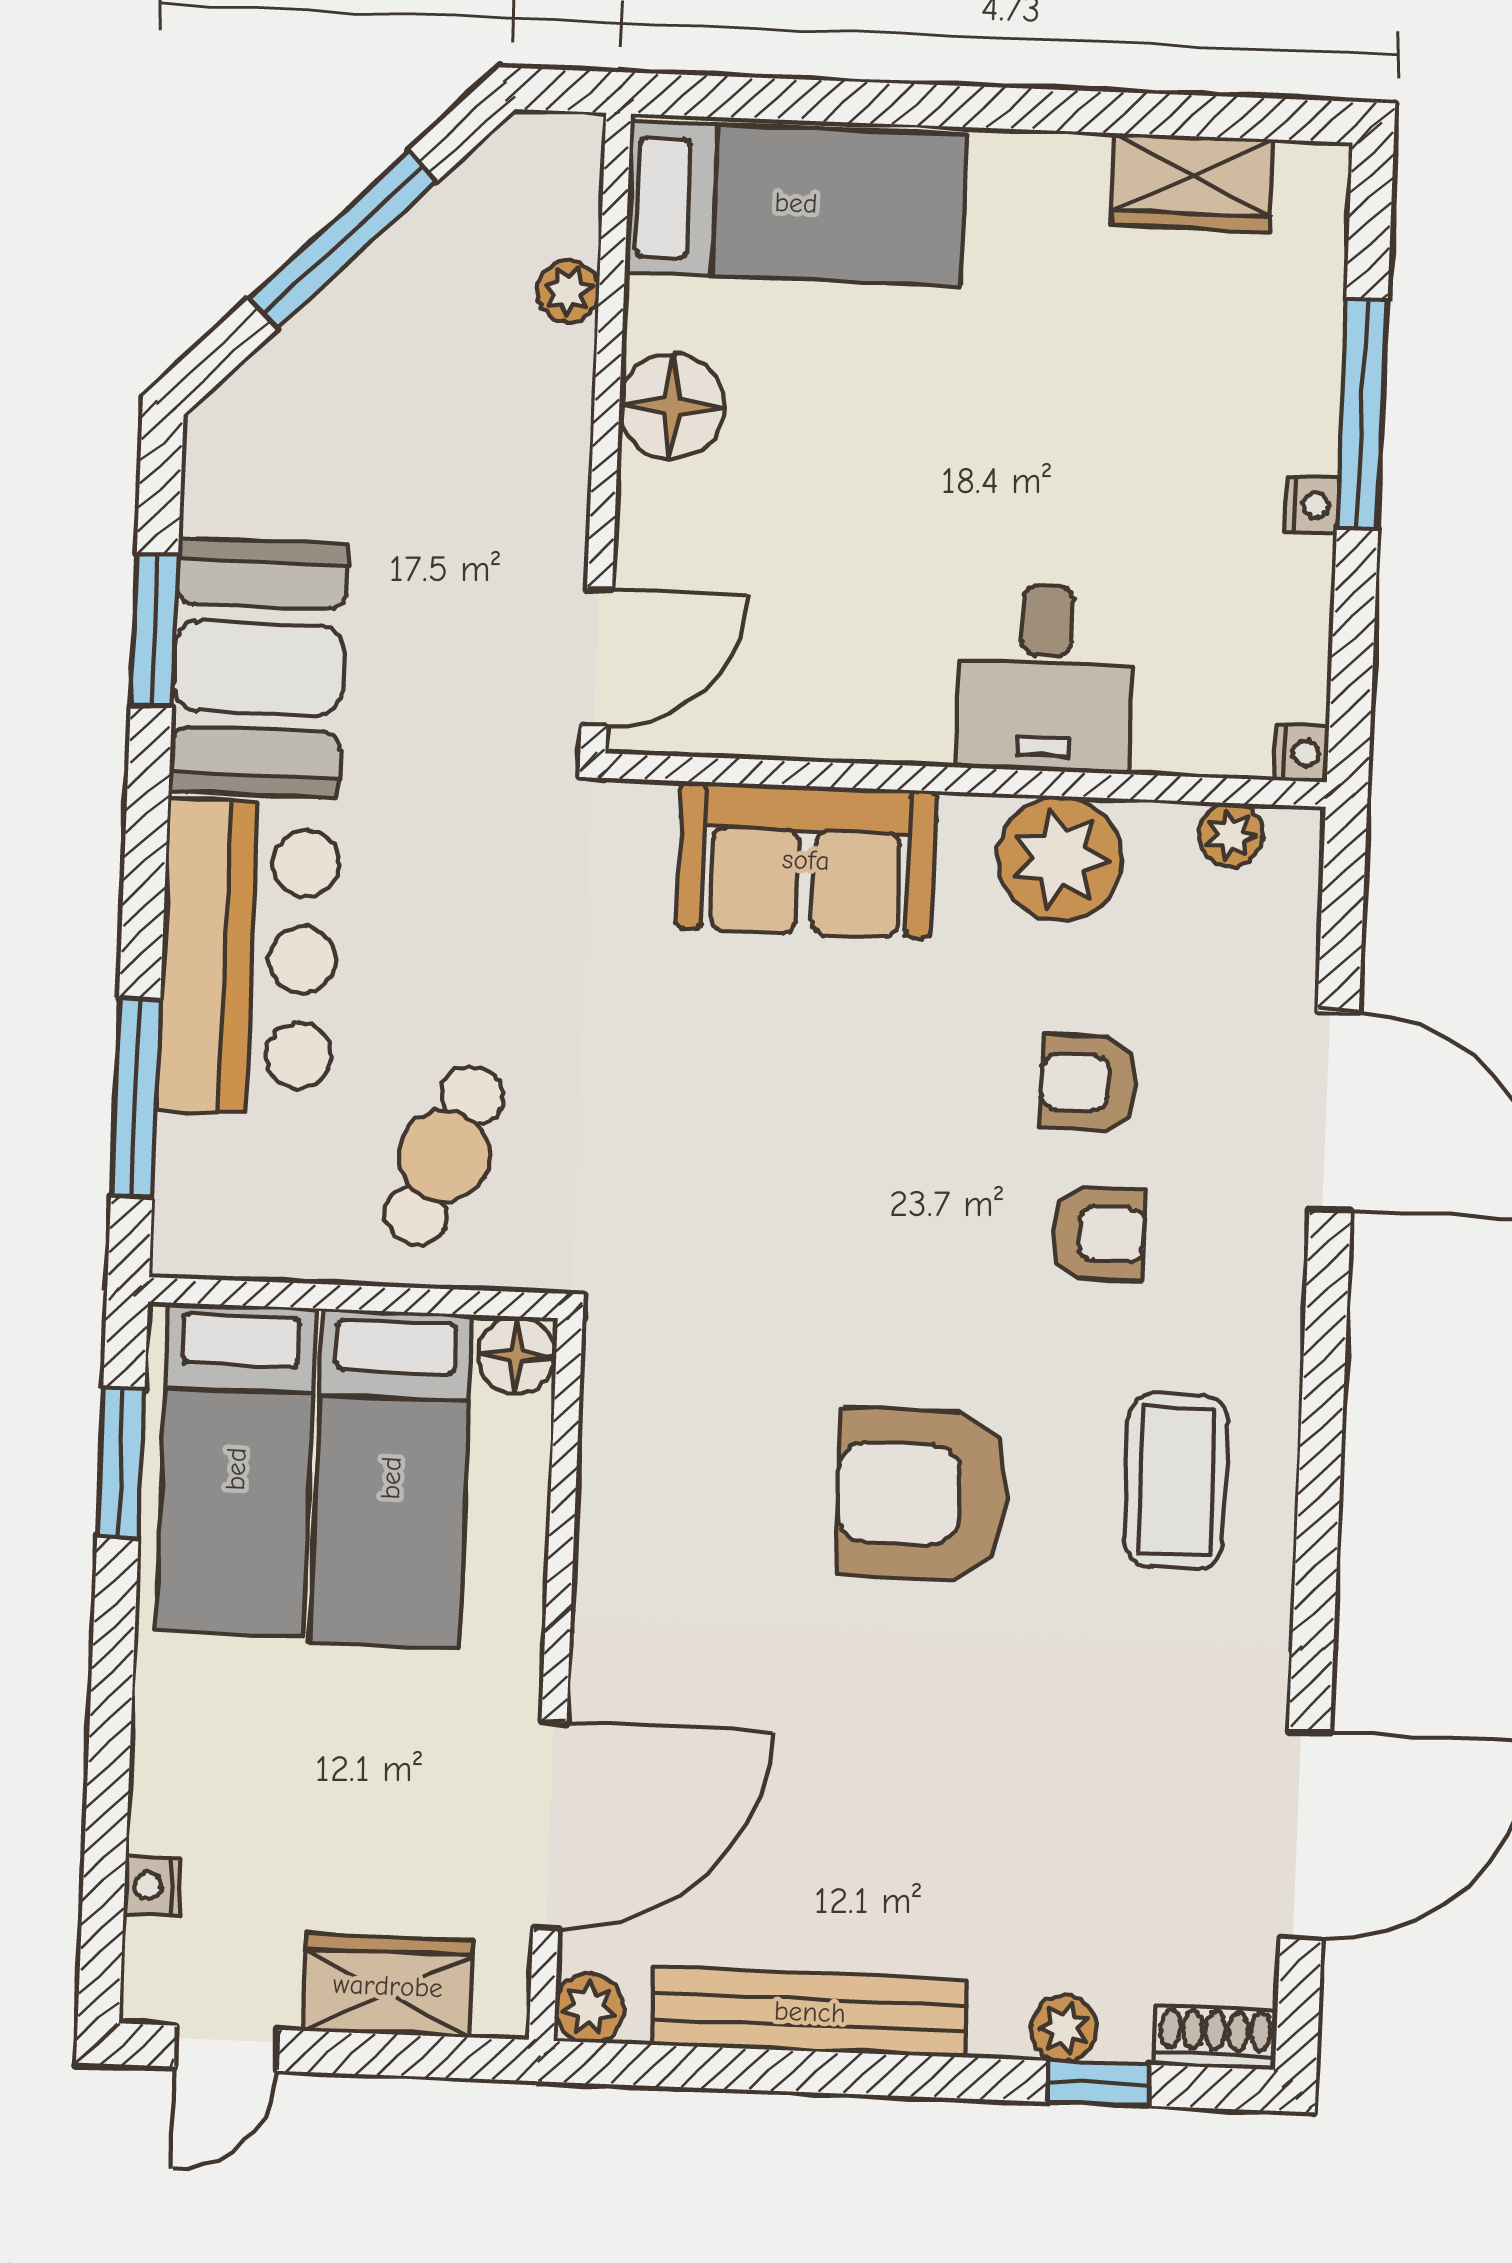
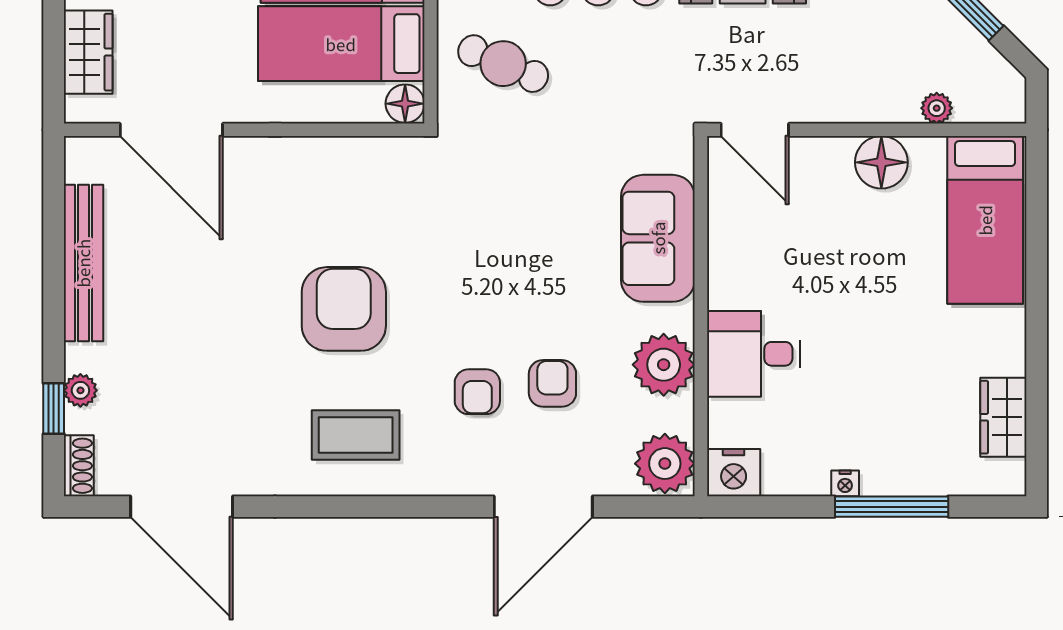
nightstand: (1301, 753) -> (734, 473), width x1.89, depth x1.79
plant: (1231, 835) -> (665, 464), width x1.88, depth x1.88
plant: (589, 2008) -> (81, 153), removed

